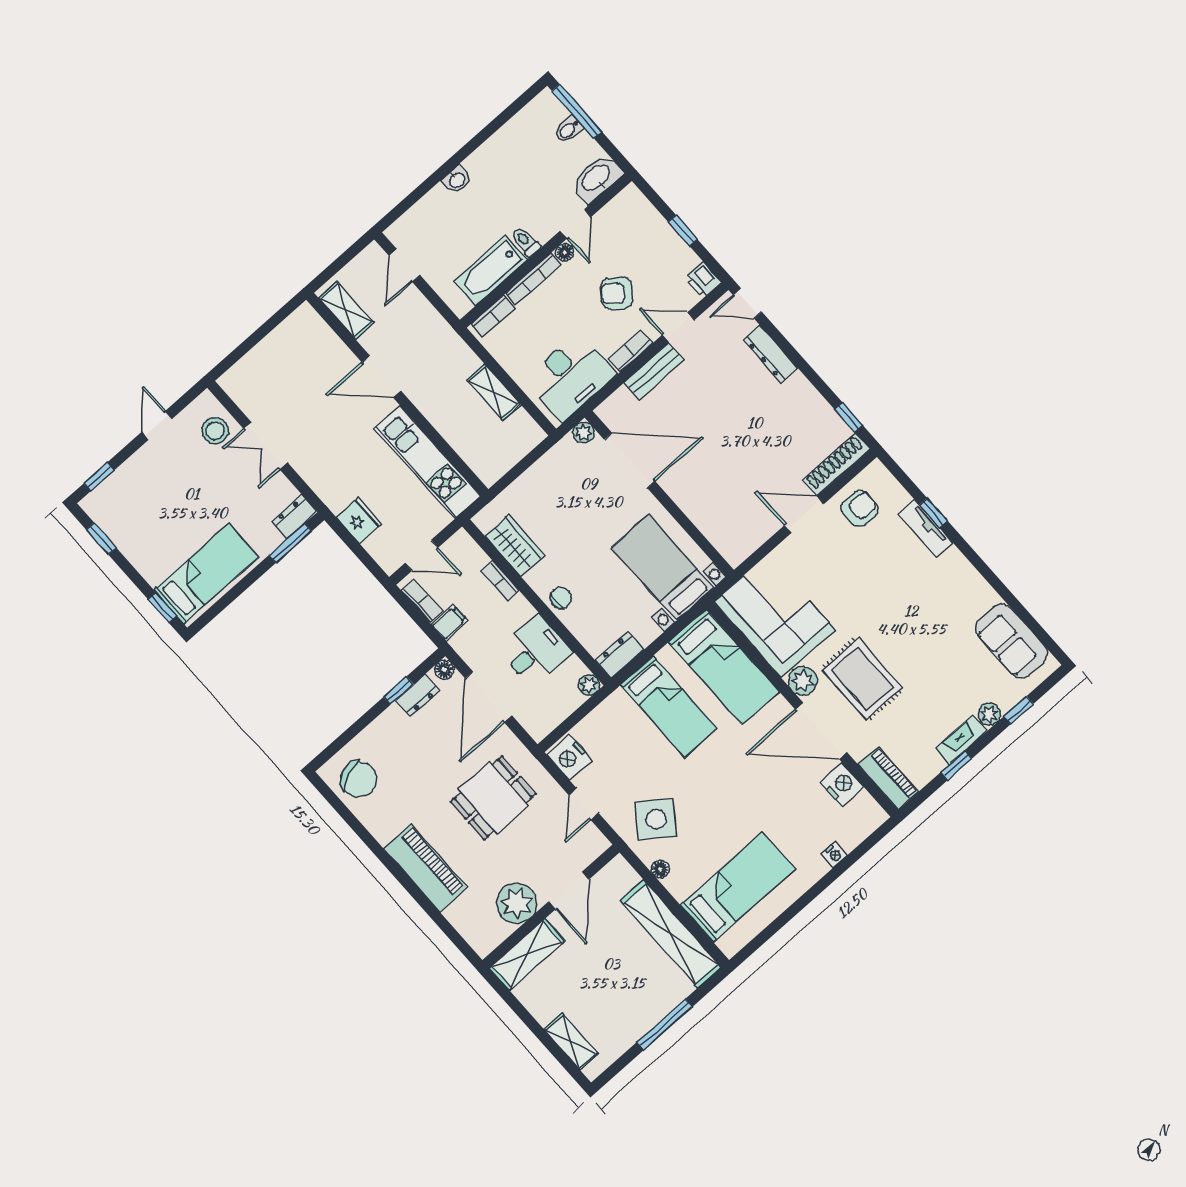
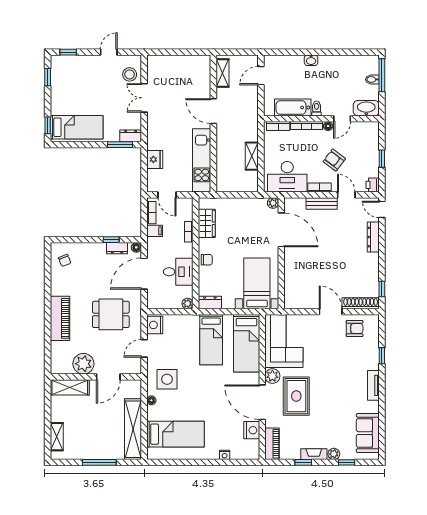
tv unit: (925, 528) -> (373, 385), moved
chair: (359, 779) -> (65, 260), width x0.54, depth x0.54
side table: (656, 819) -> (167, 379), turned -36

